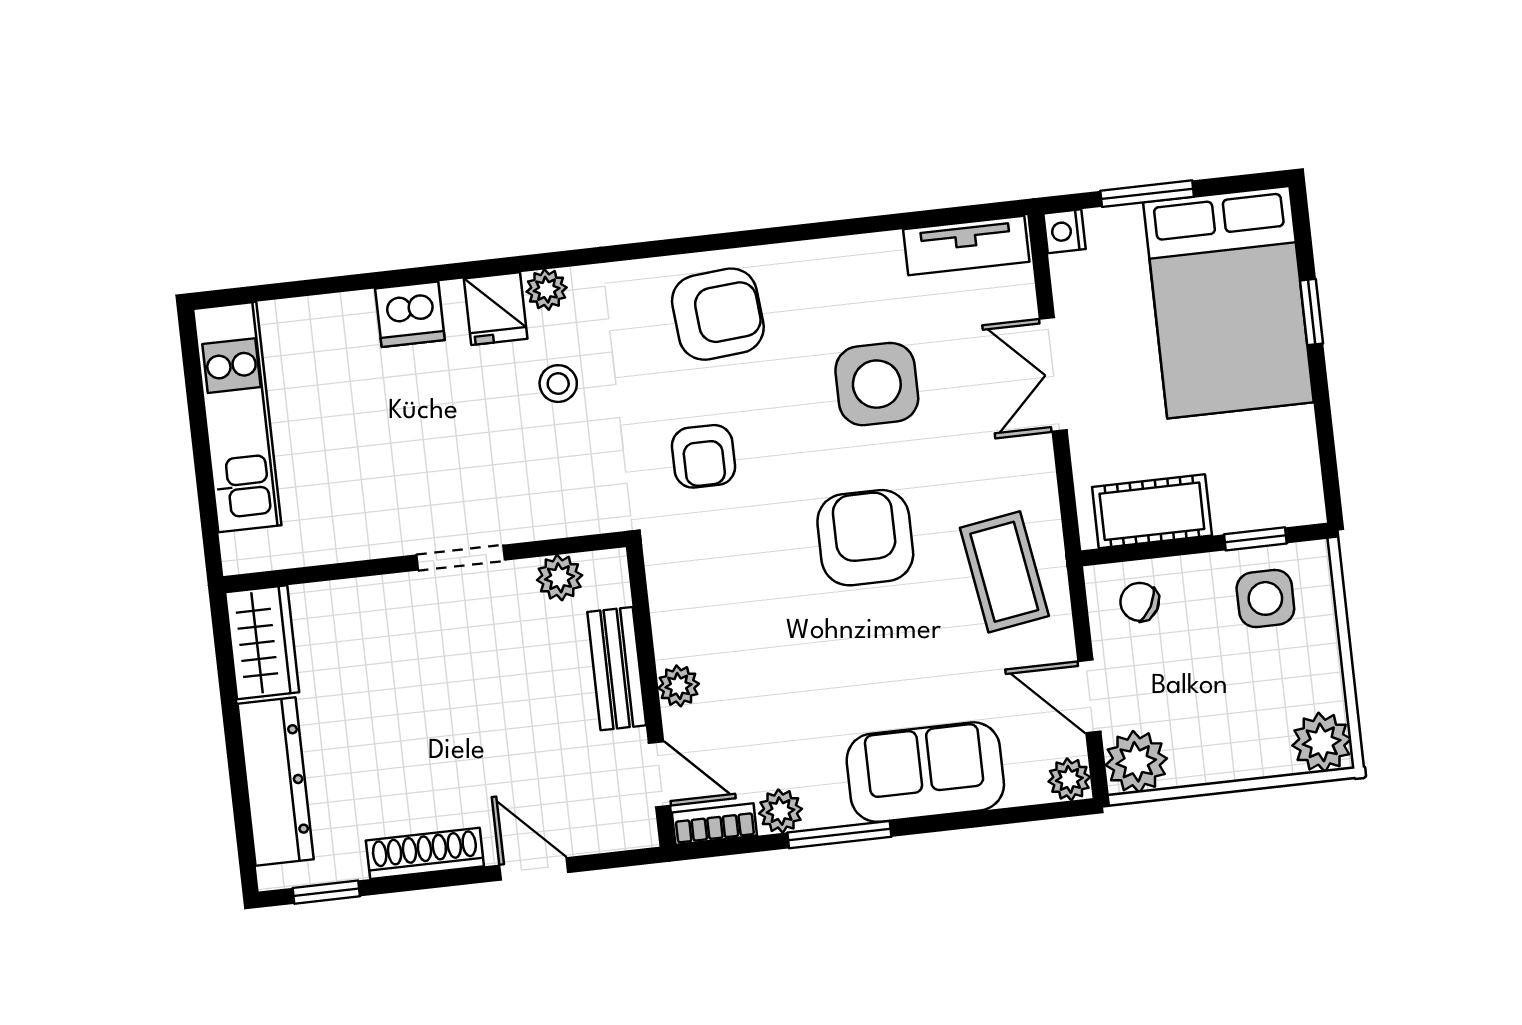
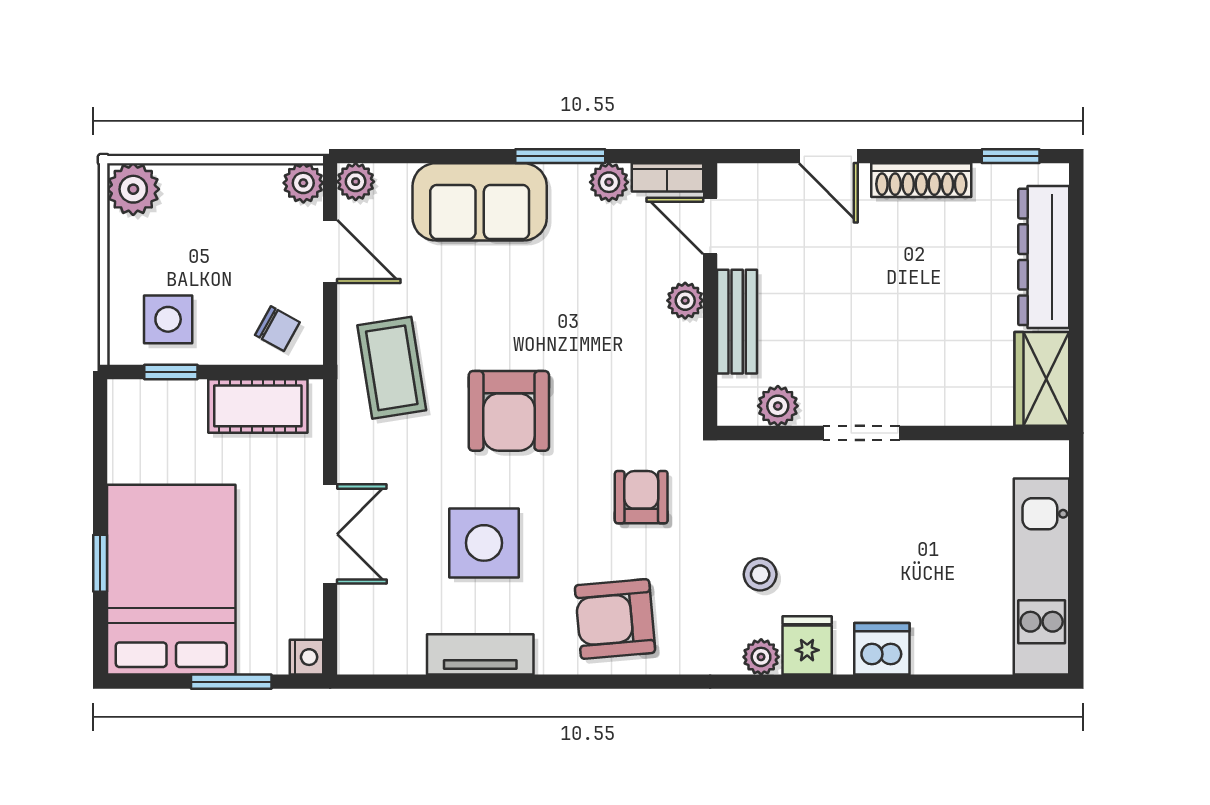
tv unit: (966, 245) -> (480, 654), moved
plant: (1136, 762) -> (303, 183), width x0.73, depth x0.73

